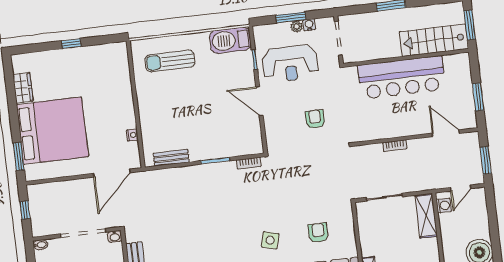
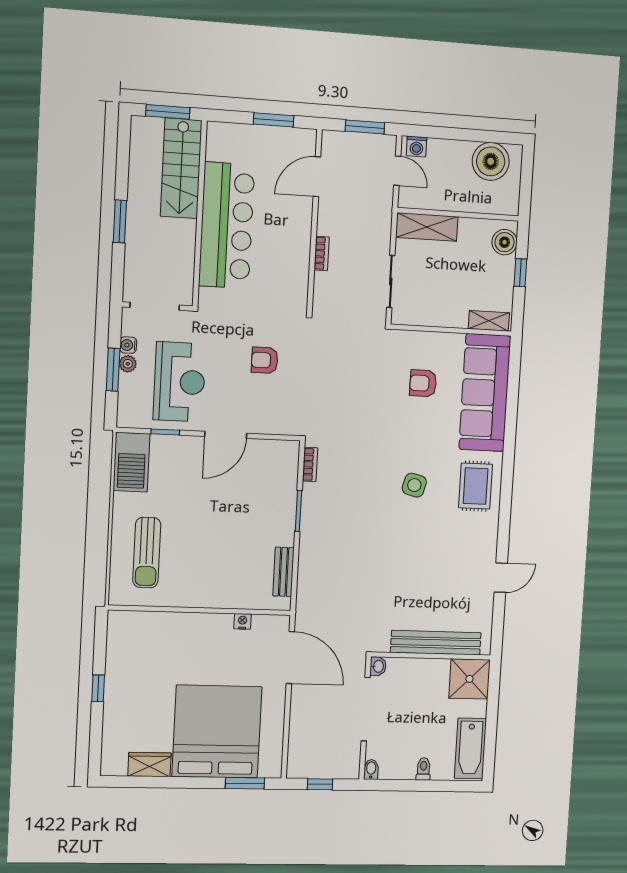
washing machine: (444, 206) -> (417, 147), moved, turned 180
side table: (270, 240) -> (414, 485), moved

